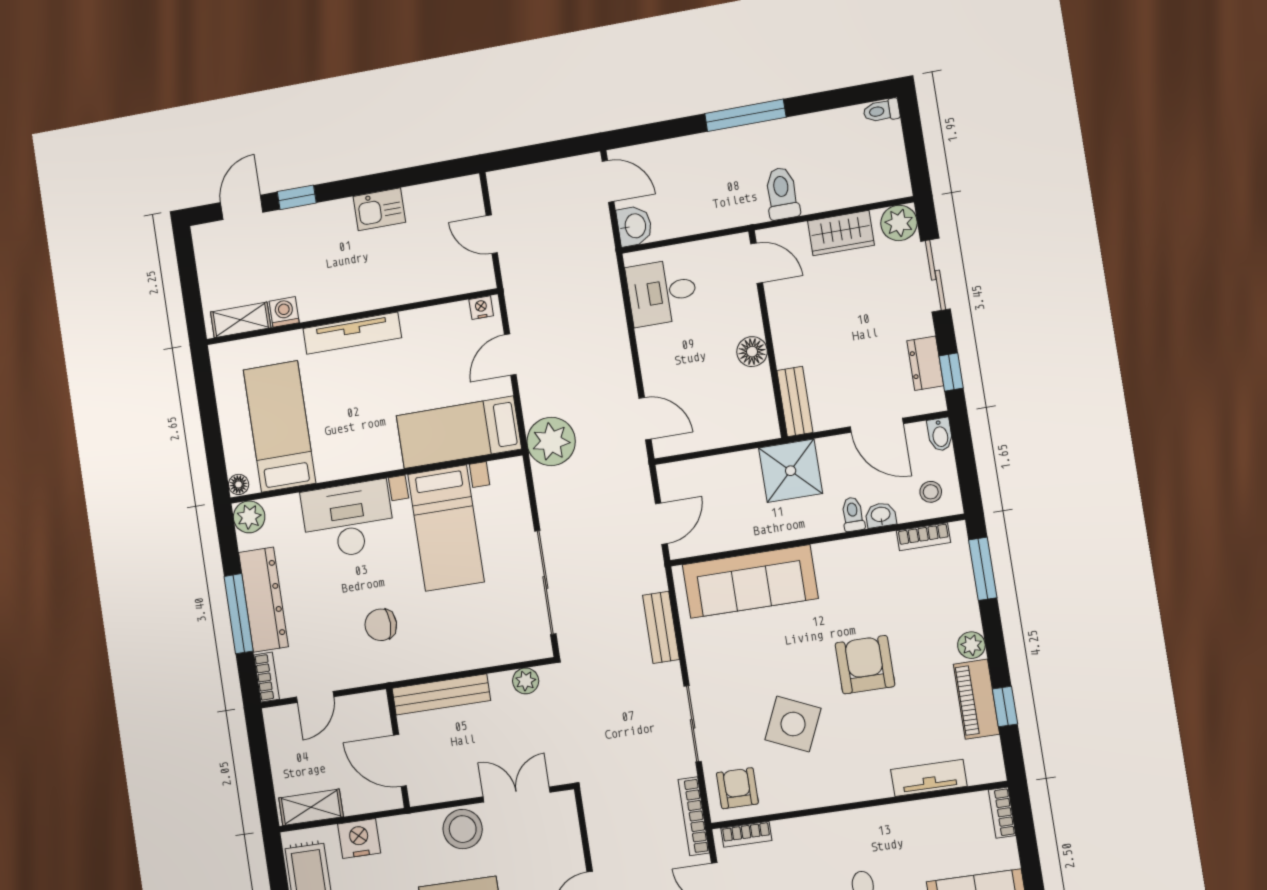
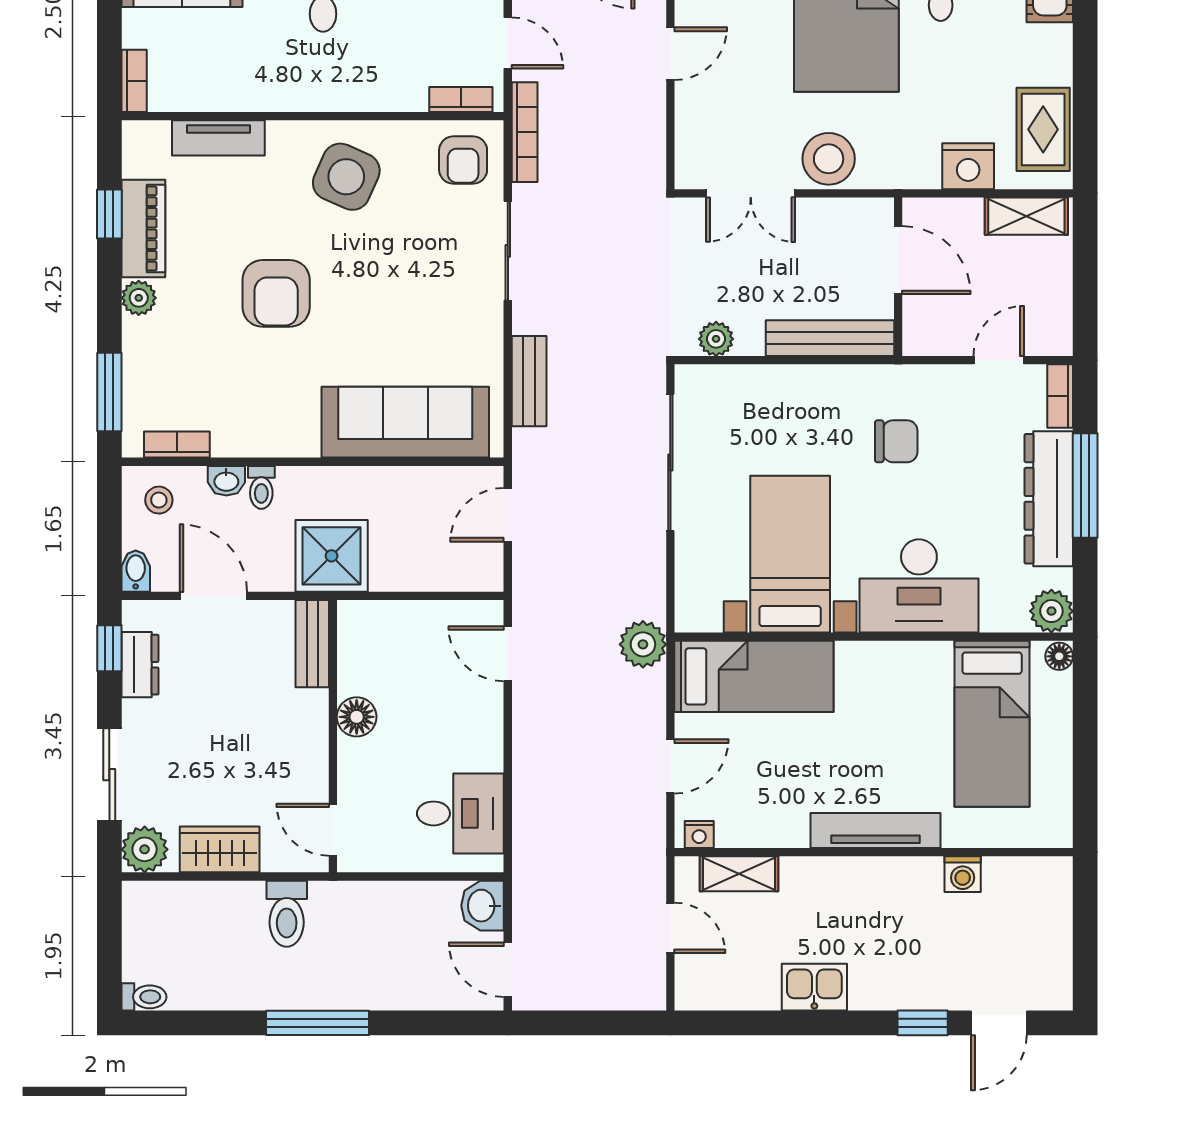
shelving: (241, 320) -> (739, 874), moved
plant: (551, 441) -> (643, 644), width x0.73, depth x0.73
side table: (793, 724) -> (346, 177), moved

